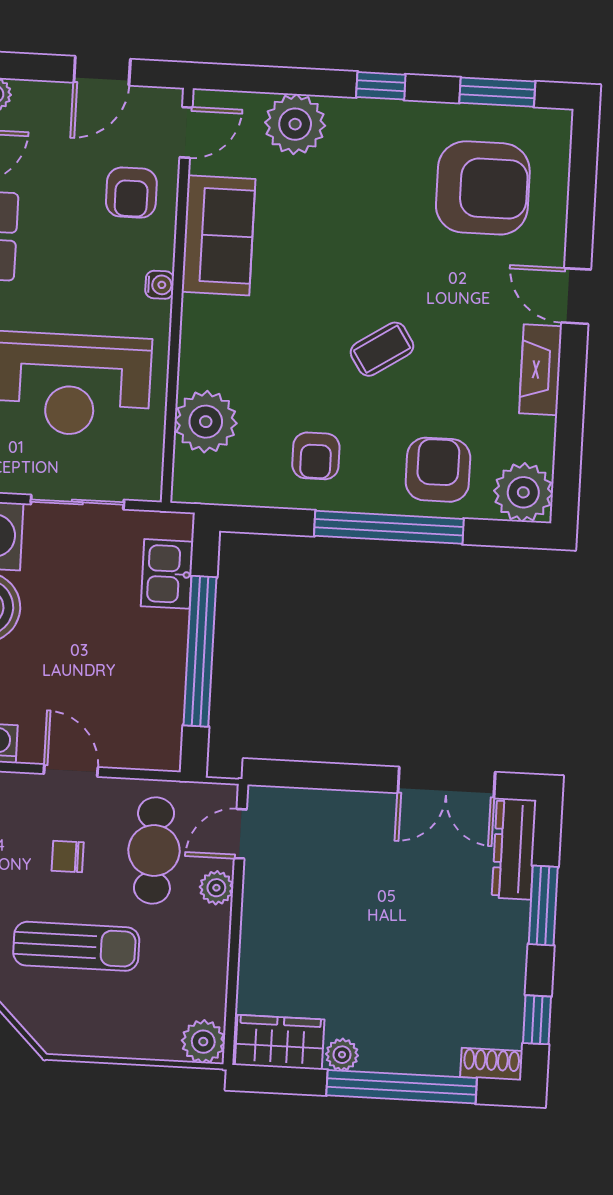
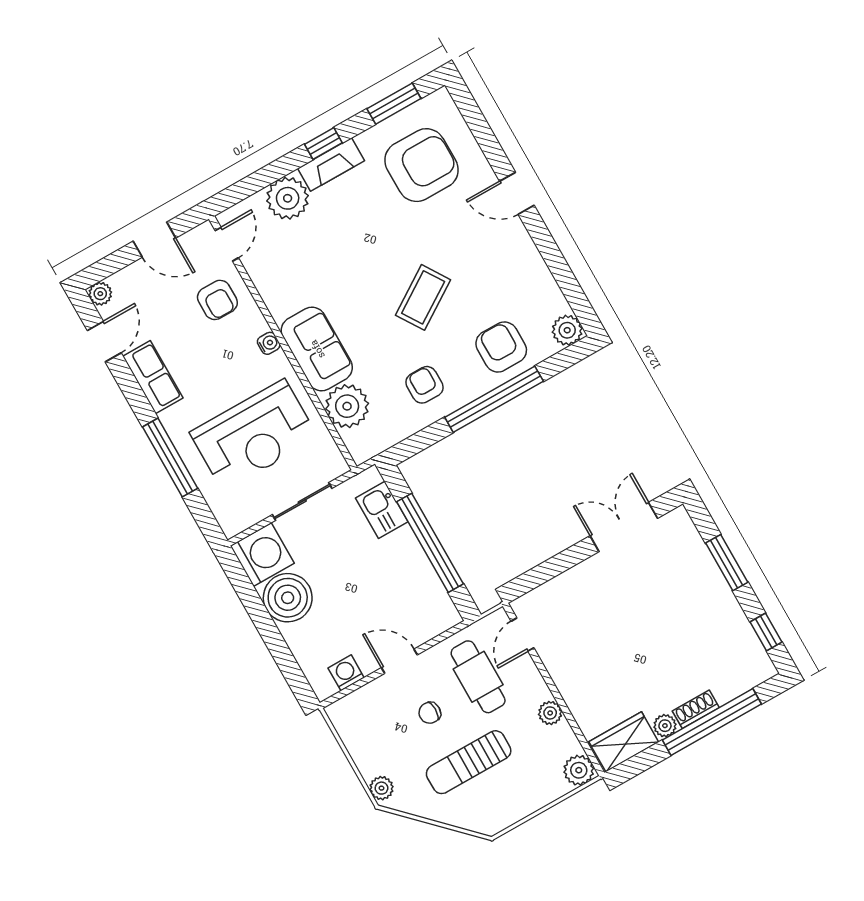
door: (102, 71) -> (154, 240), hinge flipped
sofa: (218, 235) -> (317, 349), moved
coffee table: (382, 349) -> (423, 297), width x1.36, depth x1.30
fireplace: (541, 370) -> (331, 165), moved, turned -90
armchair: (316, 456) -> (424, 385), turned 180
plant: (523, 492) -> (567, 330), width x0.73, depth x0.73
double door: (447, 782) -> (624, 527), swing flipped
dresser: (514, 849) -> (688, 540), removed
plant: (216, 888) -> (550, 713), moved
sun lounger: (76, 946) -> (469, 762), turned 180
shoe rack: (491, 1064) -> (696, 709), moved

